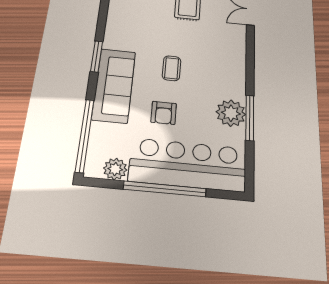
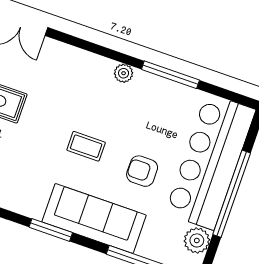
armchair: (164, 113) -> (142, 171), turned 180
plant: (231, 113) -> (124, 73), moved, width x0.53, depth x0.53

